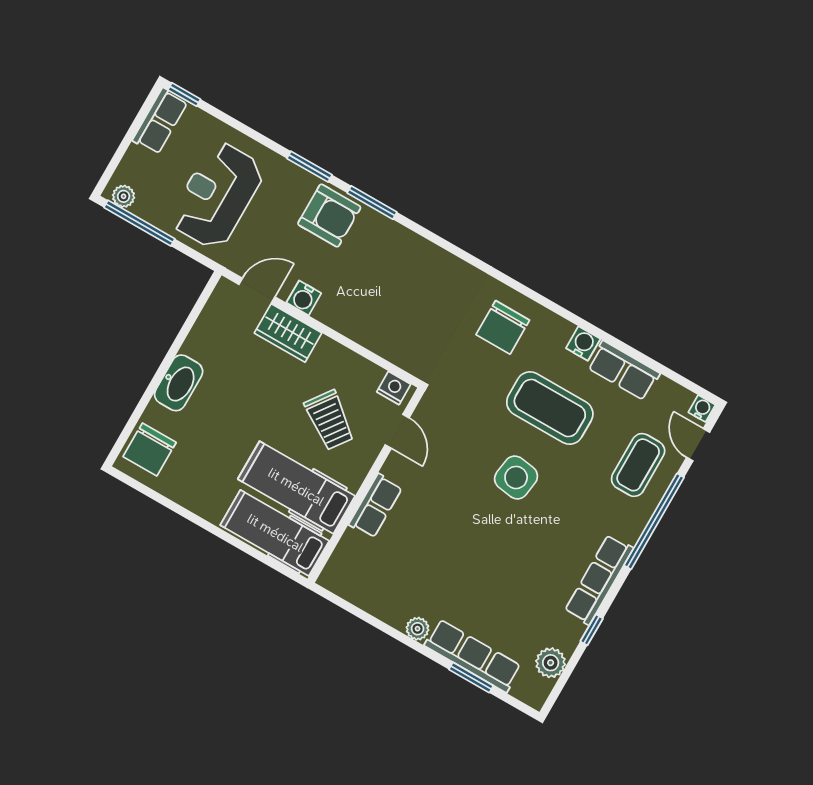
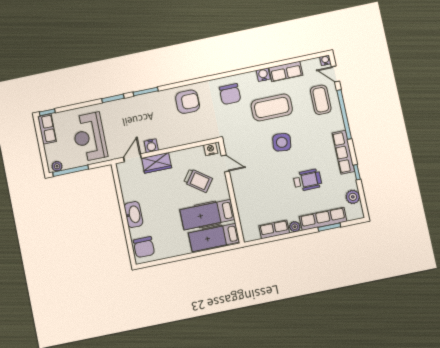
armchair: (329, 216) -> (188, 102), moved
row of seats: (376, 506) -> (274, 229), moved, turned -90
wheelchair: (503, 573) -> (307, 180), added

